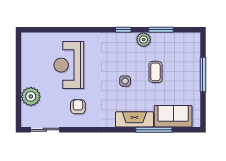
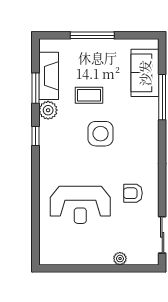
side table: (125, 81) -> (101, 134), width x1.87, depth x1.87
plant: (31, 96) -> (120, 259), width x0.53, depth x0.53
fireplace: (134, 119) -> (49, 76), moved, turned 180

